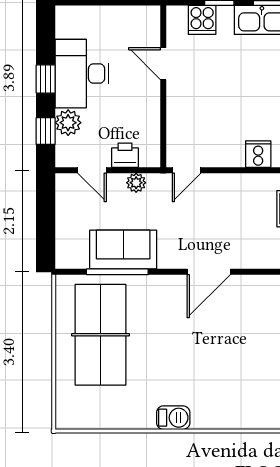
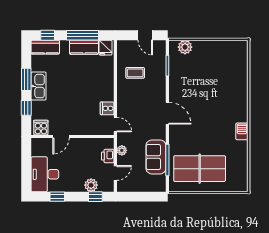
cooker: (202, 20) -> (41, 128), moved, turned -90
desk: (82, 74) -> (45, 174), moved, turned 90
window: (46, 79) -> (57, 197), moved
cooker: (258, 154) -> (107, 108), moved

